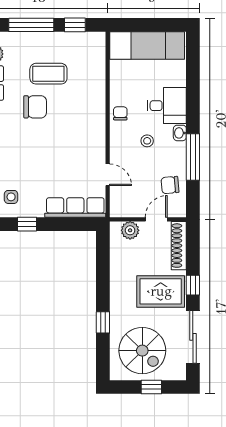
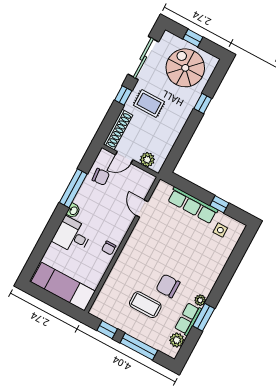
stool: (147, 141) -> (100, 218), removed
row of seats: (75, 208) -> (193, 205), moved
rug: (161, 291) -> (149, 103), width x0.73, depth x0.70

